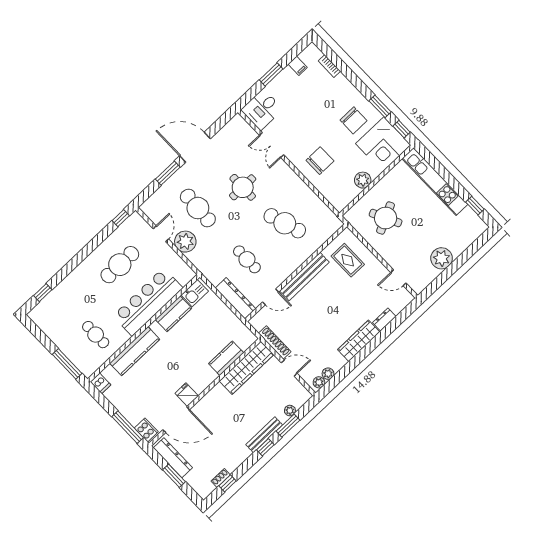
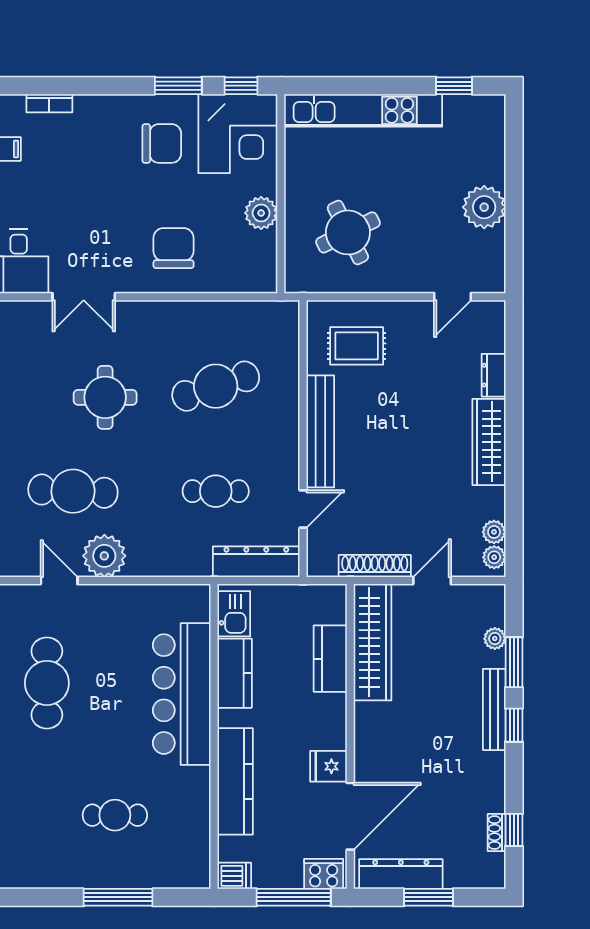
kitchen sink: (195, 293) -> (234, 614), moved
bar counter: (148, 302) -> (182, 694), moved
kitchen counter: (174, 314) -> (235, 673), moved
wall: (144, 328) -> (214, 736), moved
kitchen counter: (135, 351) -> (235, 781), moved
dishwasher: (100, 383) -> (234, 876), moved

